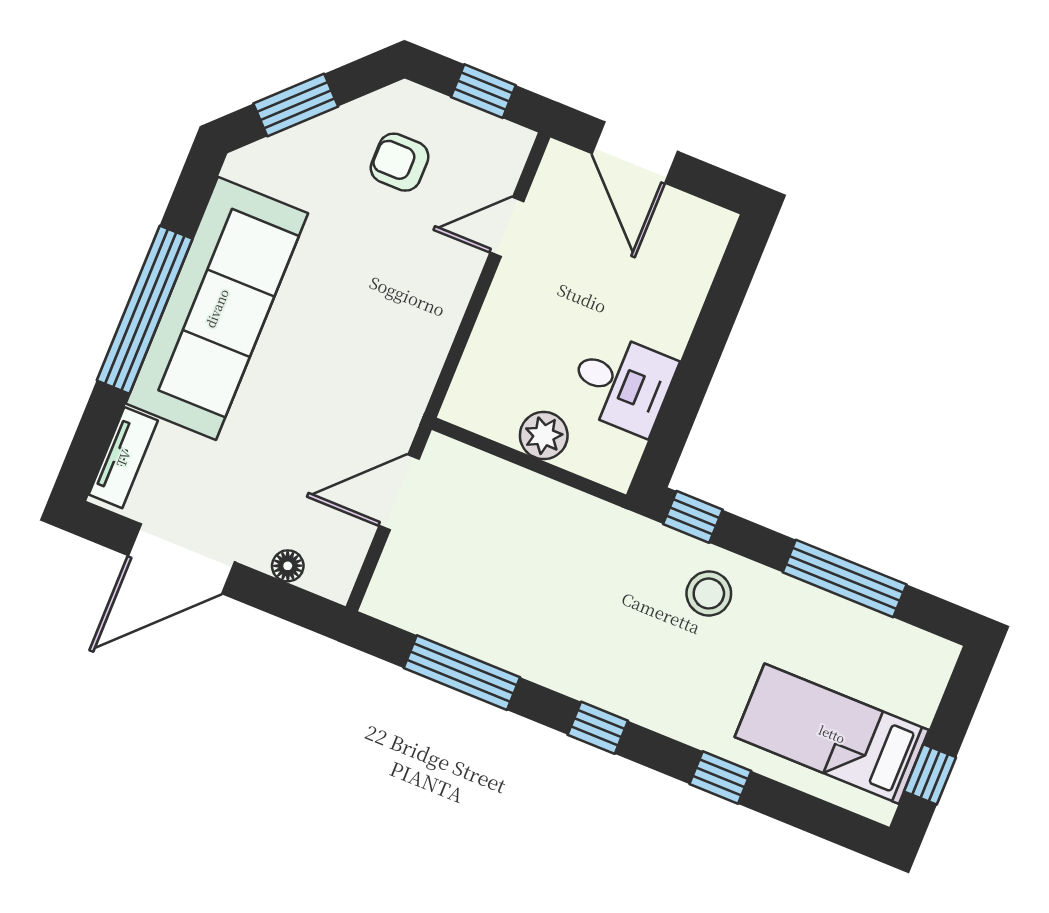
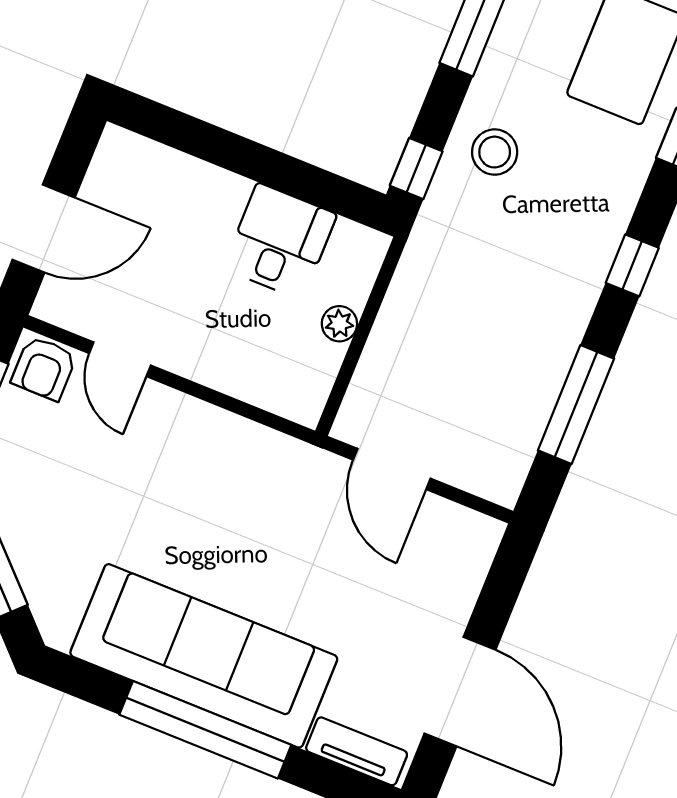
armchair: (400, 162) -> (44, 368), moved
plant: (544, 435) -> (339, 324), width x0.73, depth x0.73
floor lamp: (288, 566) -> (467, 583), removed

